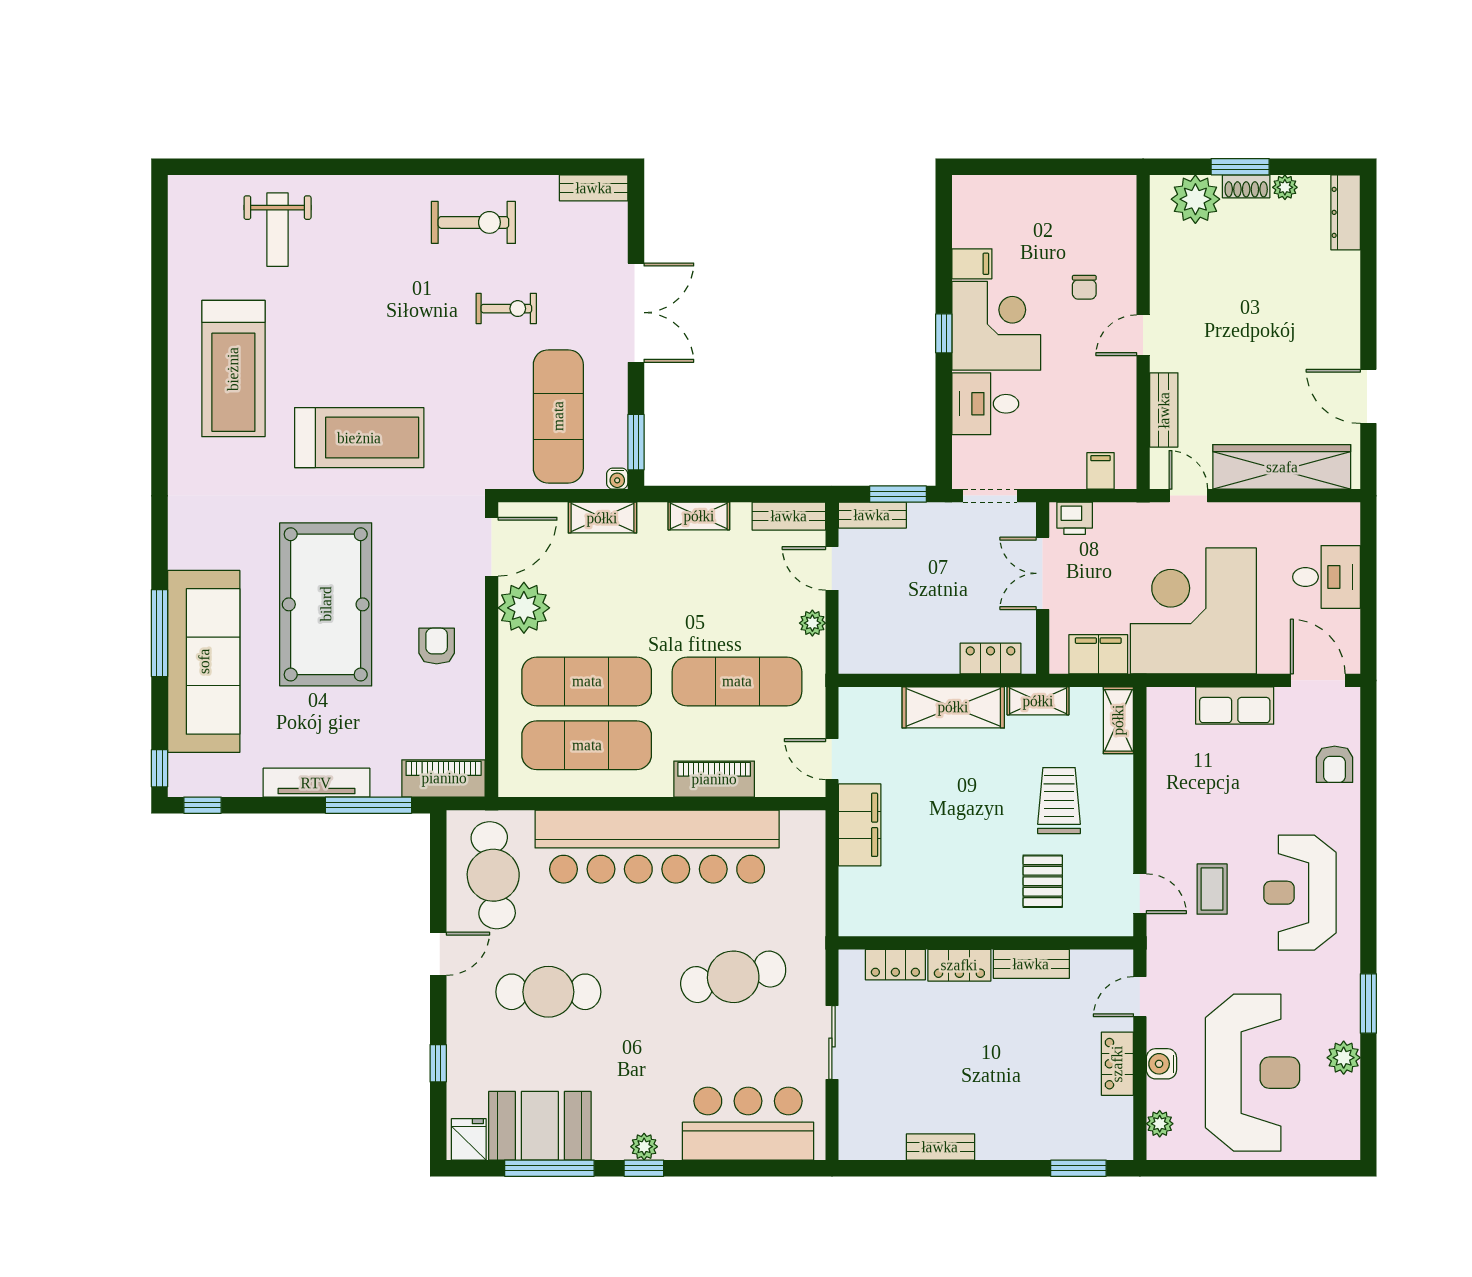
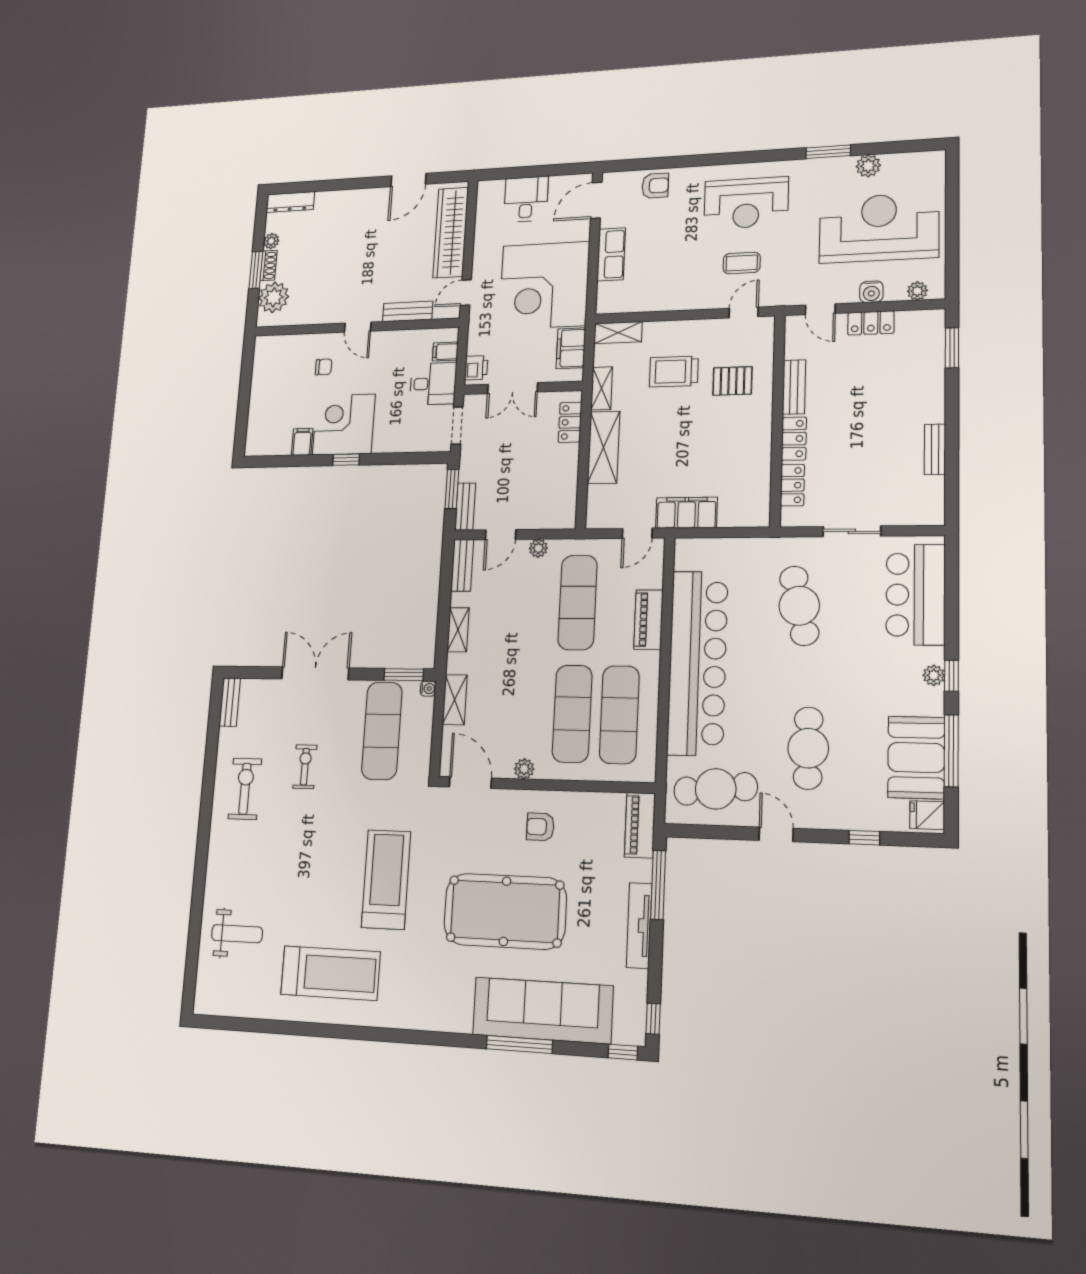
desk: (985, 404) -> (433, 384), moved, turned -90
exercise mat: (558, 416) -> (382, 731), turned 90
plant: (524, 608) -> (524, 769), width x0.53, depth x0.53

